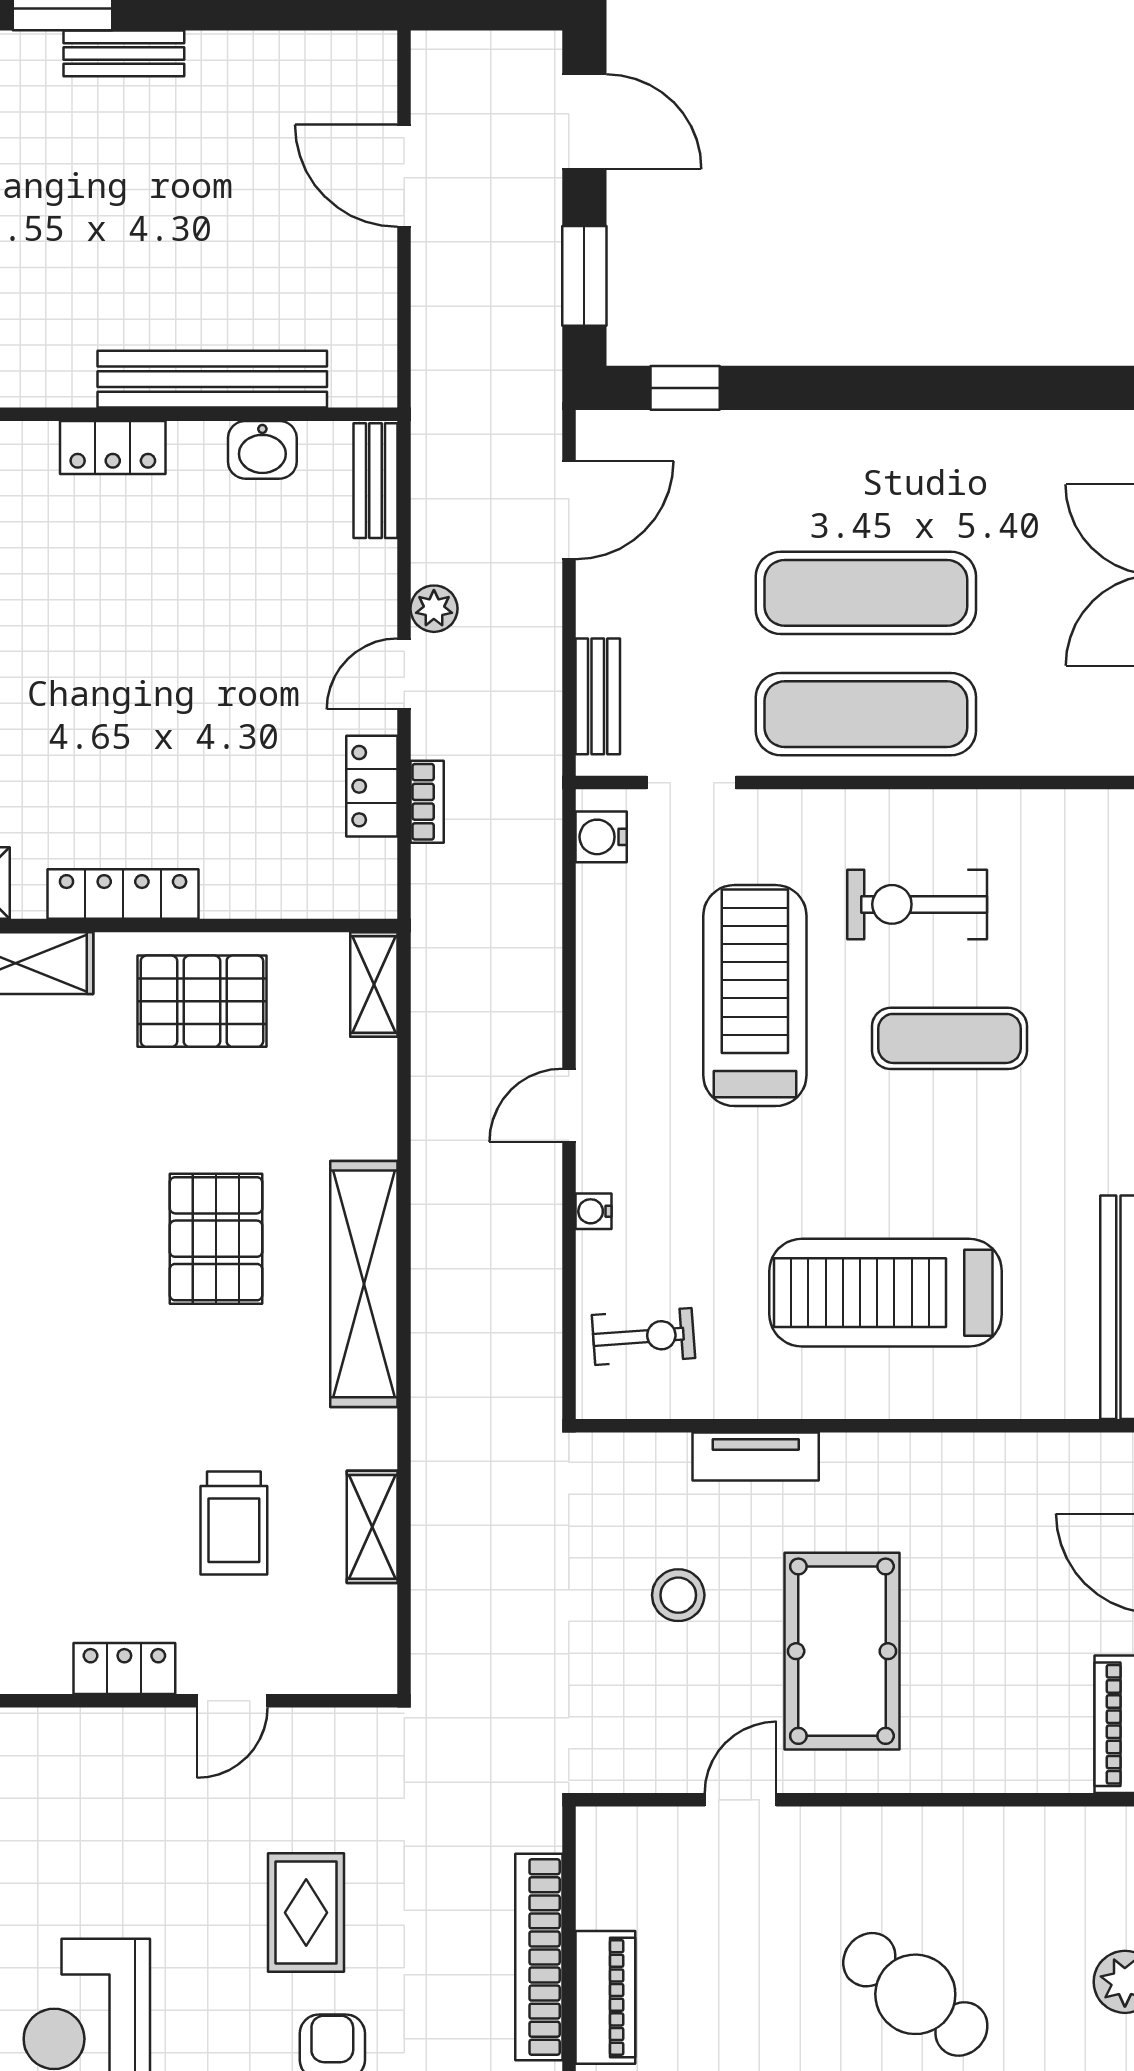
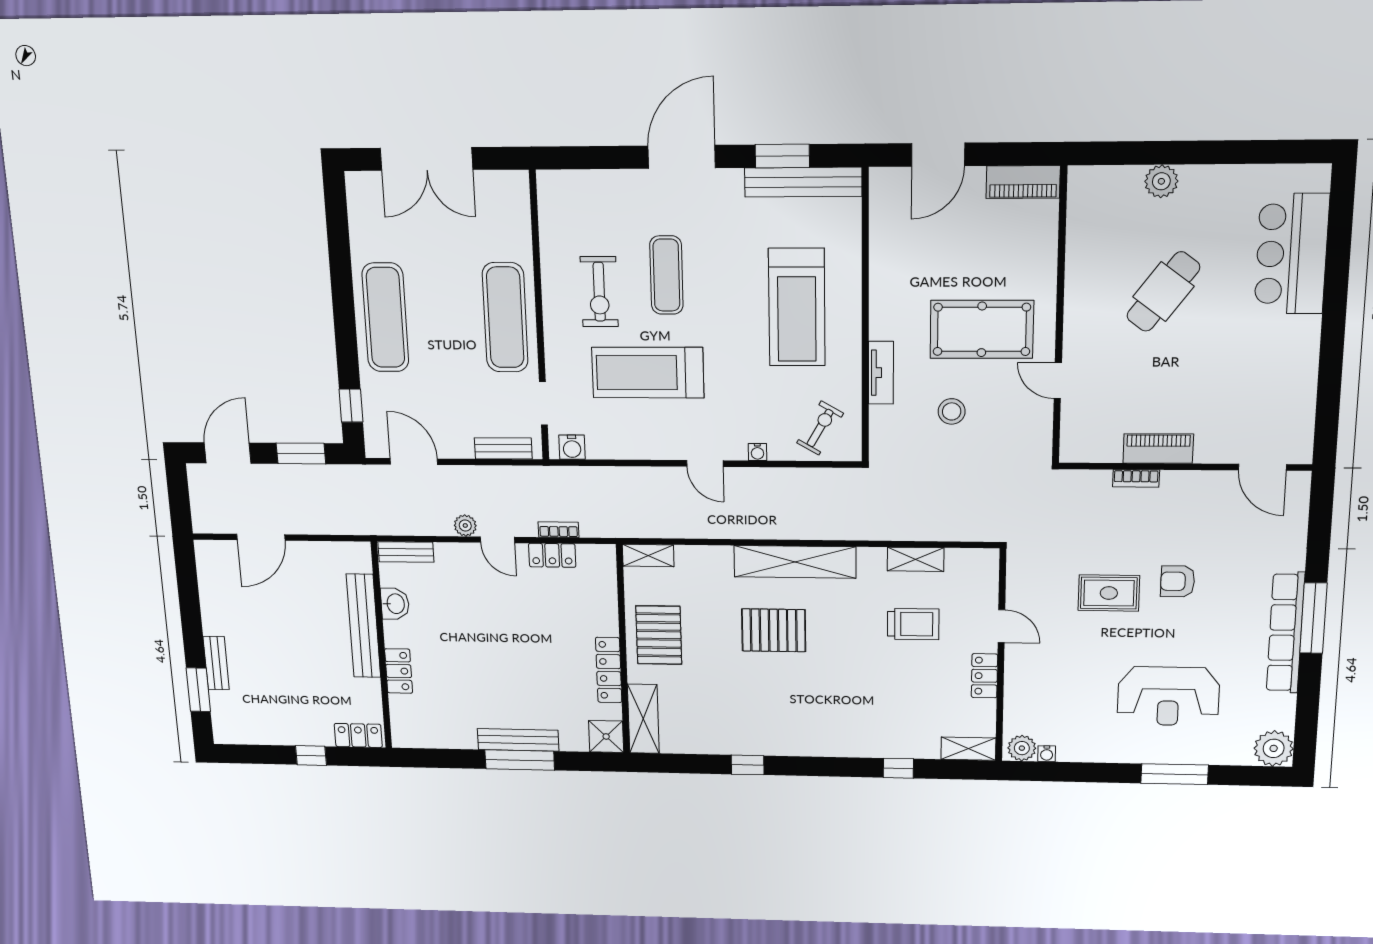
exercise mat: (866, 593) -> (385, 317), moved
exercise bike: (643, 1336) -> (820, 428), turned 34
bookcase: (539, 1957) -> (1136, 478), width x0.43, depth x0.76

